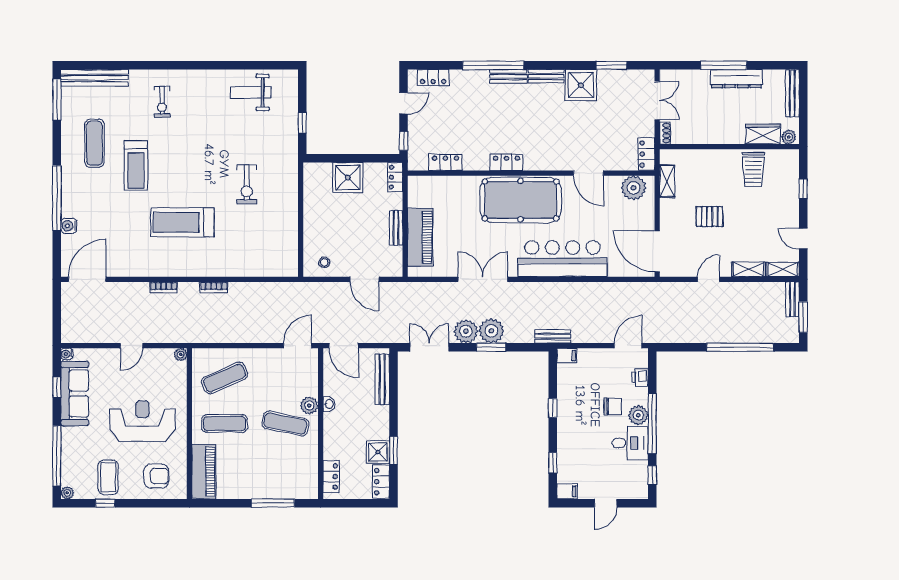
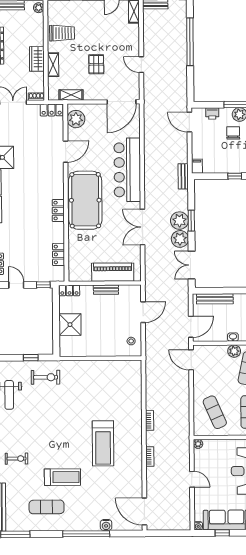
wardrobe: (763, 134) -> (37, 59), moved
exercise bike: (247, 184) -> (46, 377), moved
shelving: (749, 269) -> (53, 65), moved

